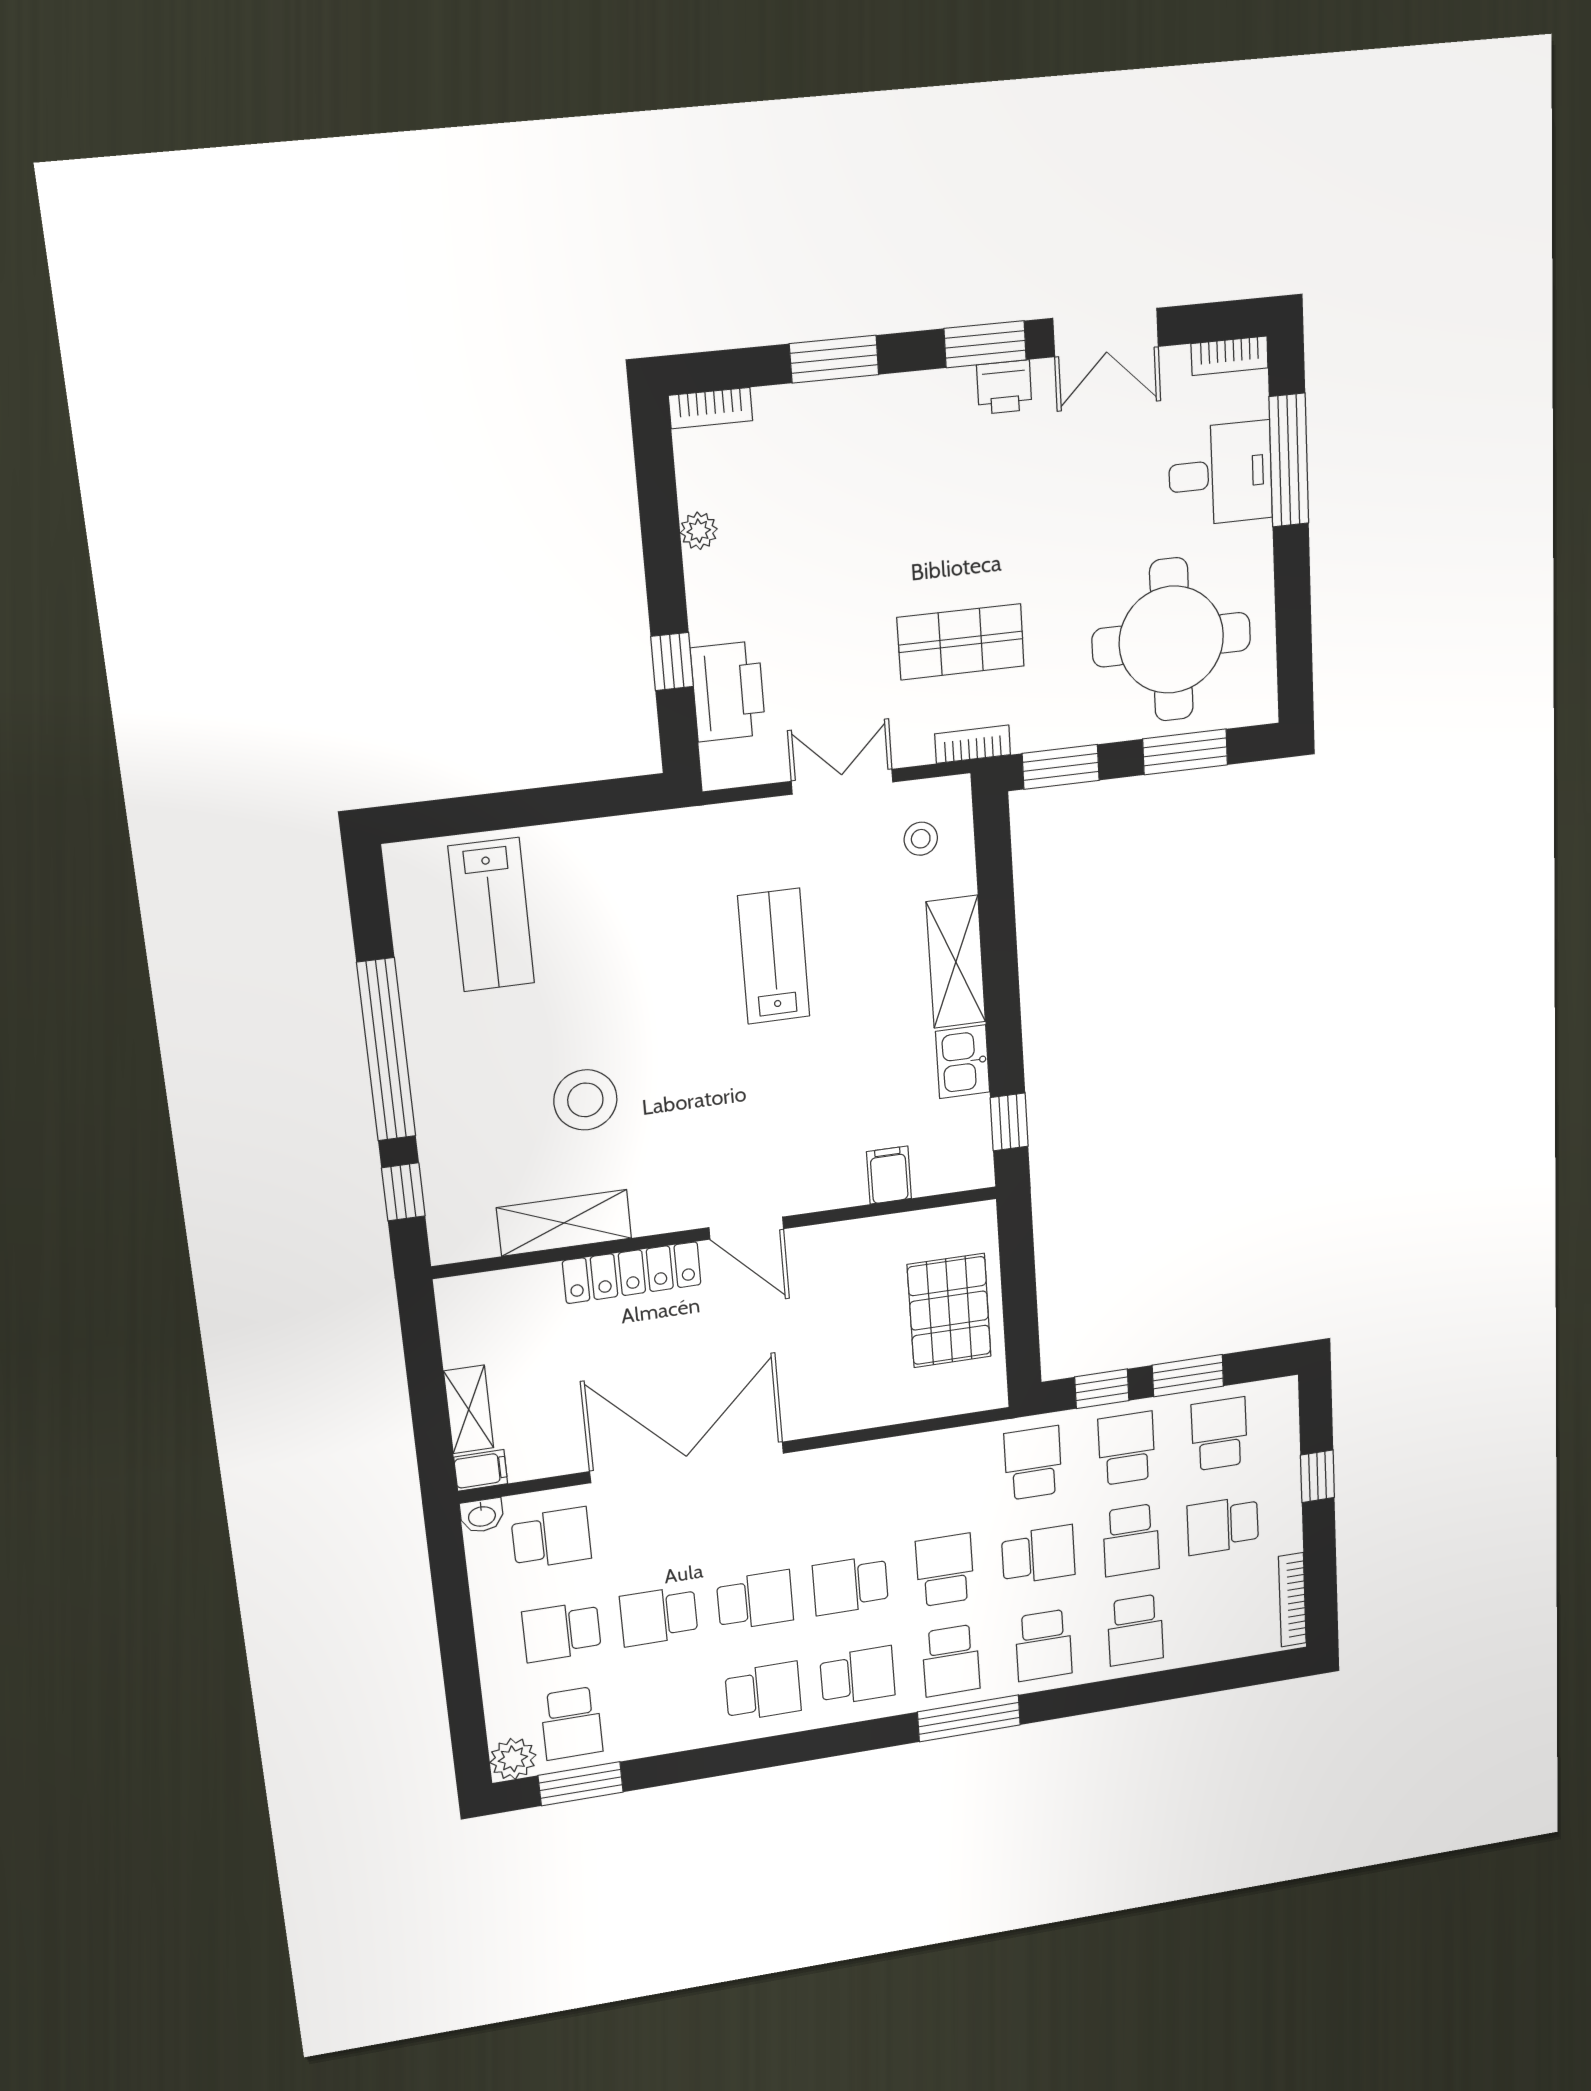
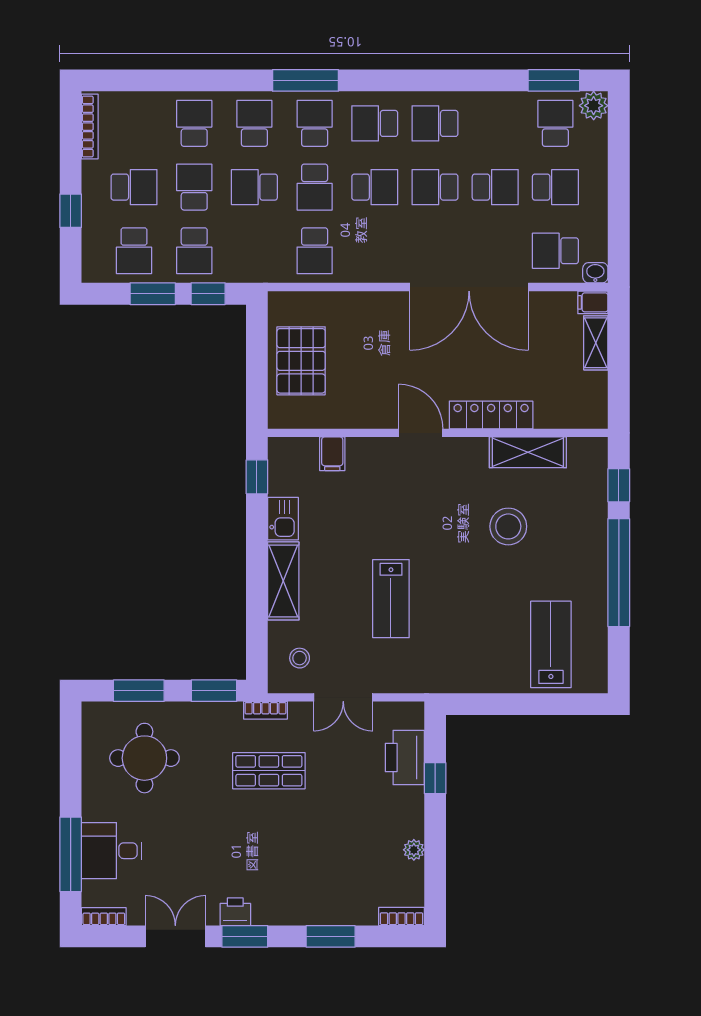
round table: (1171, 640) -> (144, 758), width x0.73, depth x0.73
school desk: (1033, 1463) -> (315, 251), moved

